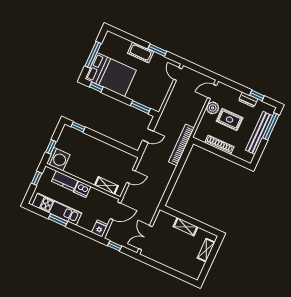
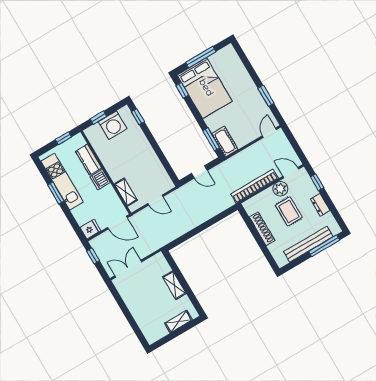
cot: (141, 52) -> (225, 142), moved
window: (257, 96) -> (317, 182), moved
bookcase: (181, 145) -> (254, 186), moved
washing machine: (58, 159) -> (113, 125), moved

